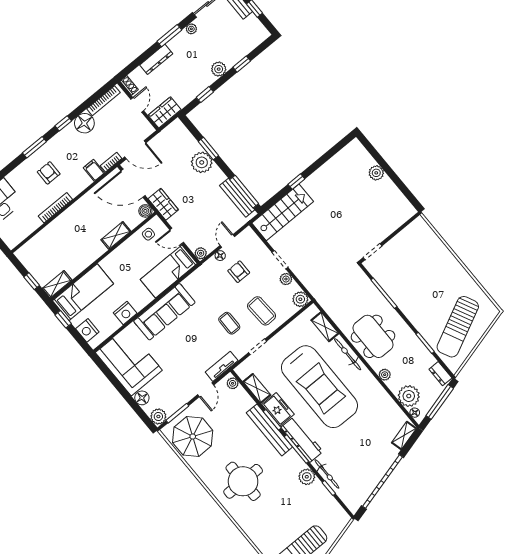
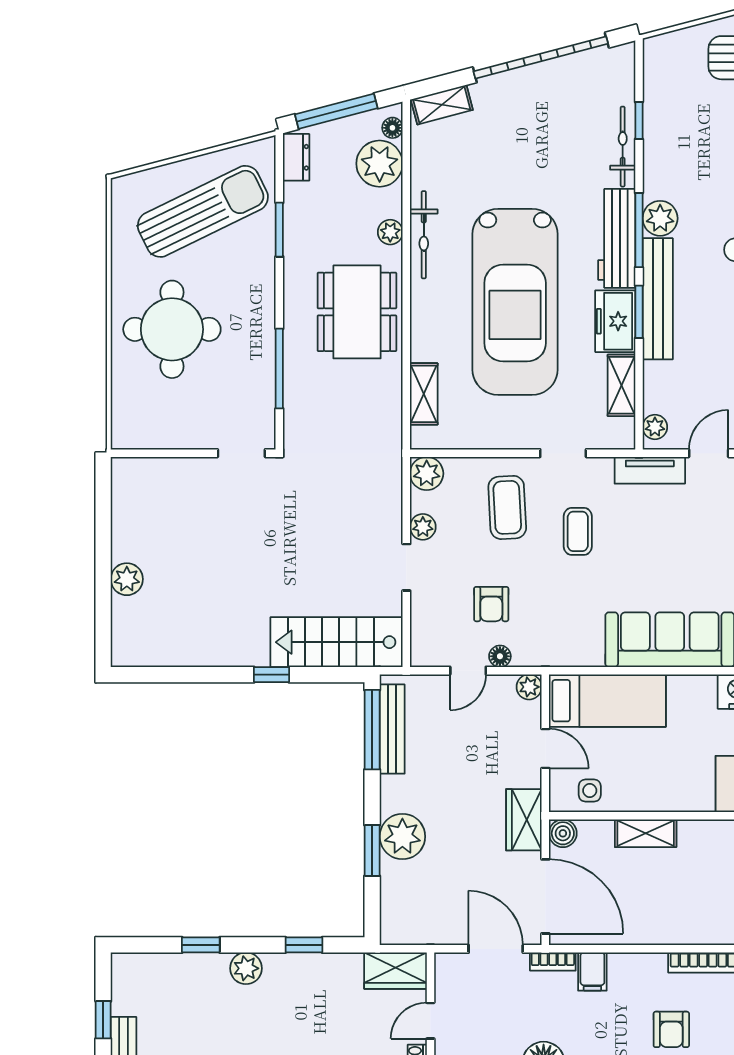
round table: (434, 275) -> (172, 329), added
bicycle: (348, 354) -> (424, 235), moved
car: (319, 387) -> (515, 302), turned 180
plant: (307, 477) -> (660, 218), moved

